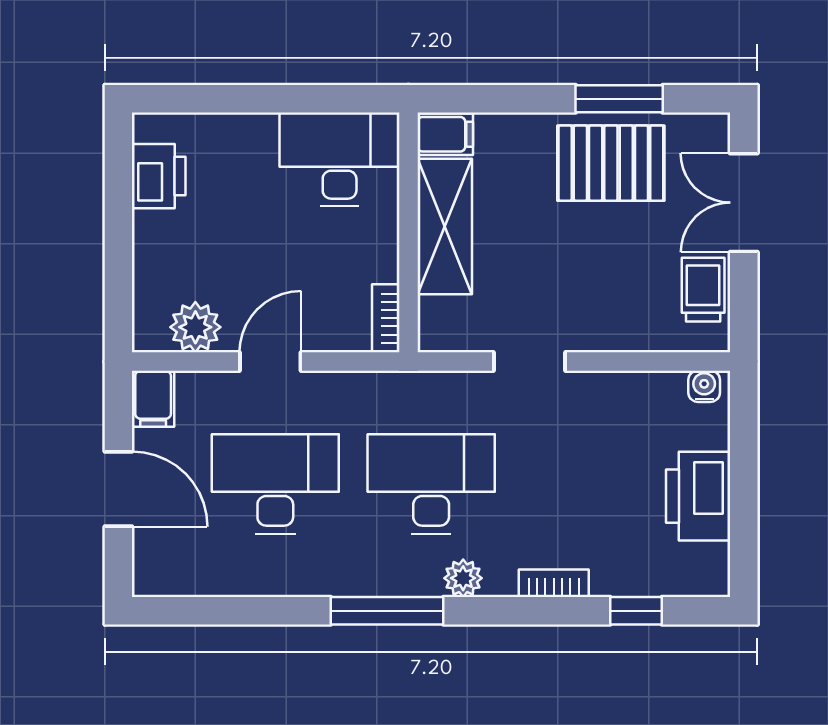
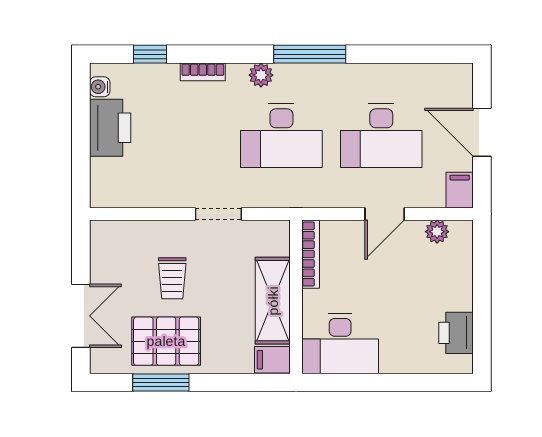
trolley: (703, 290) -> (172, 278), moved
bookcase: (386, 318) -> (311, 254), width x1.56
plant: (195, 327) -> (437, 232), width x0.73, depth x0.73
water cooler: (704, 386) -> (100, 87), moved, turned 90

